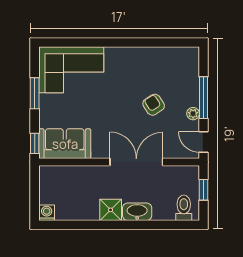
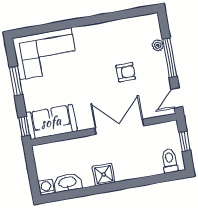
armchair: (154, 105) -> (126, 72), turned 123
plant: (193, 114) -> (158, 45), moved
door: (203, 142) -> (177, 98), hinge flipped
washbasin: (137, 212) -> (68, 183), moved

